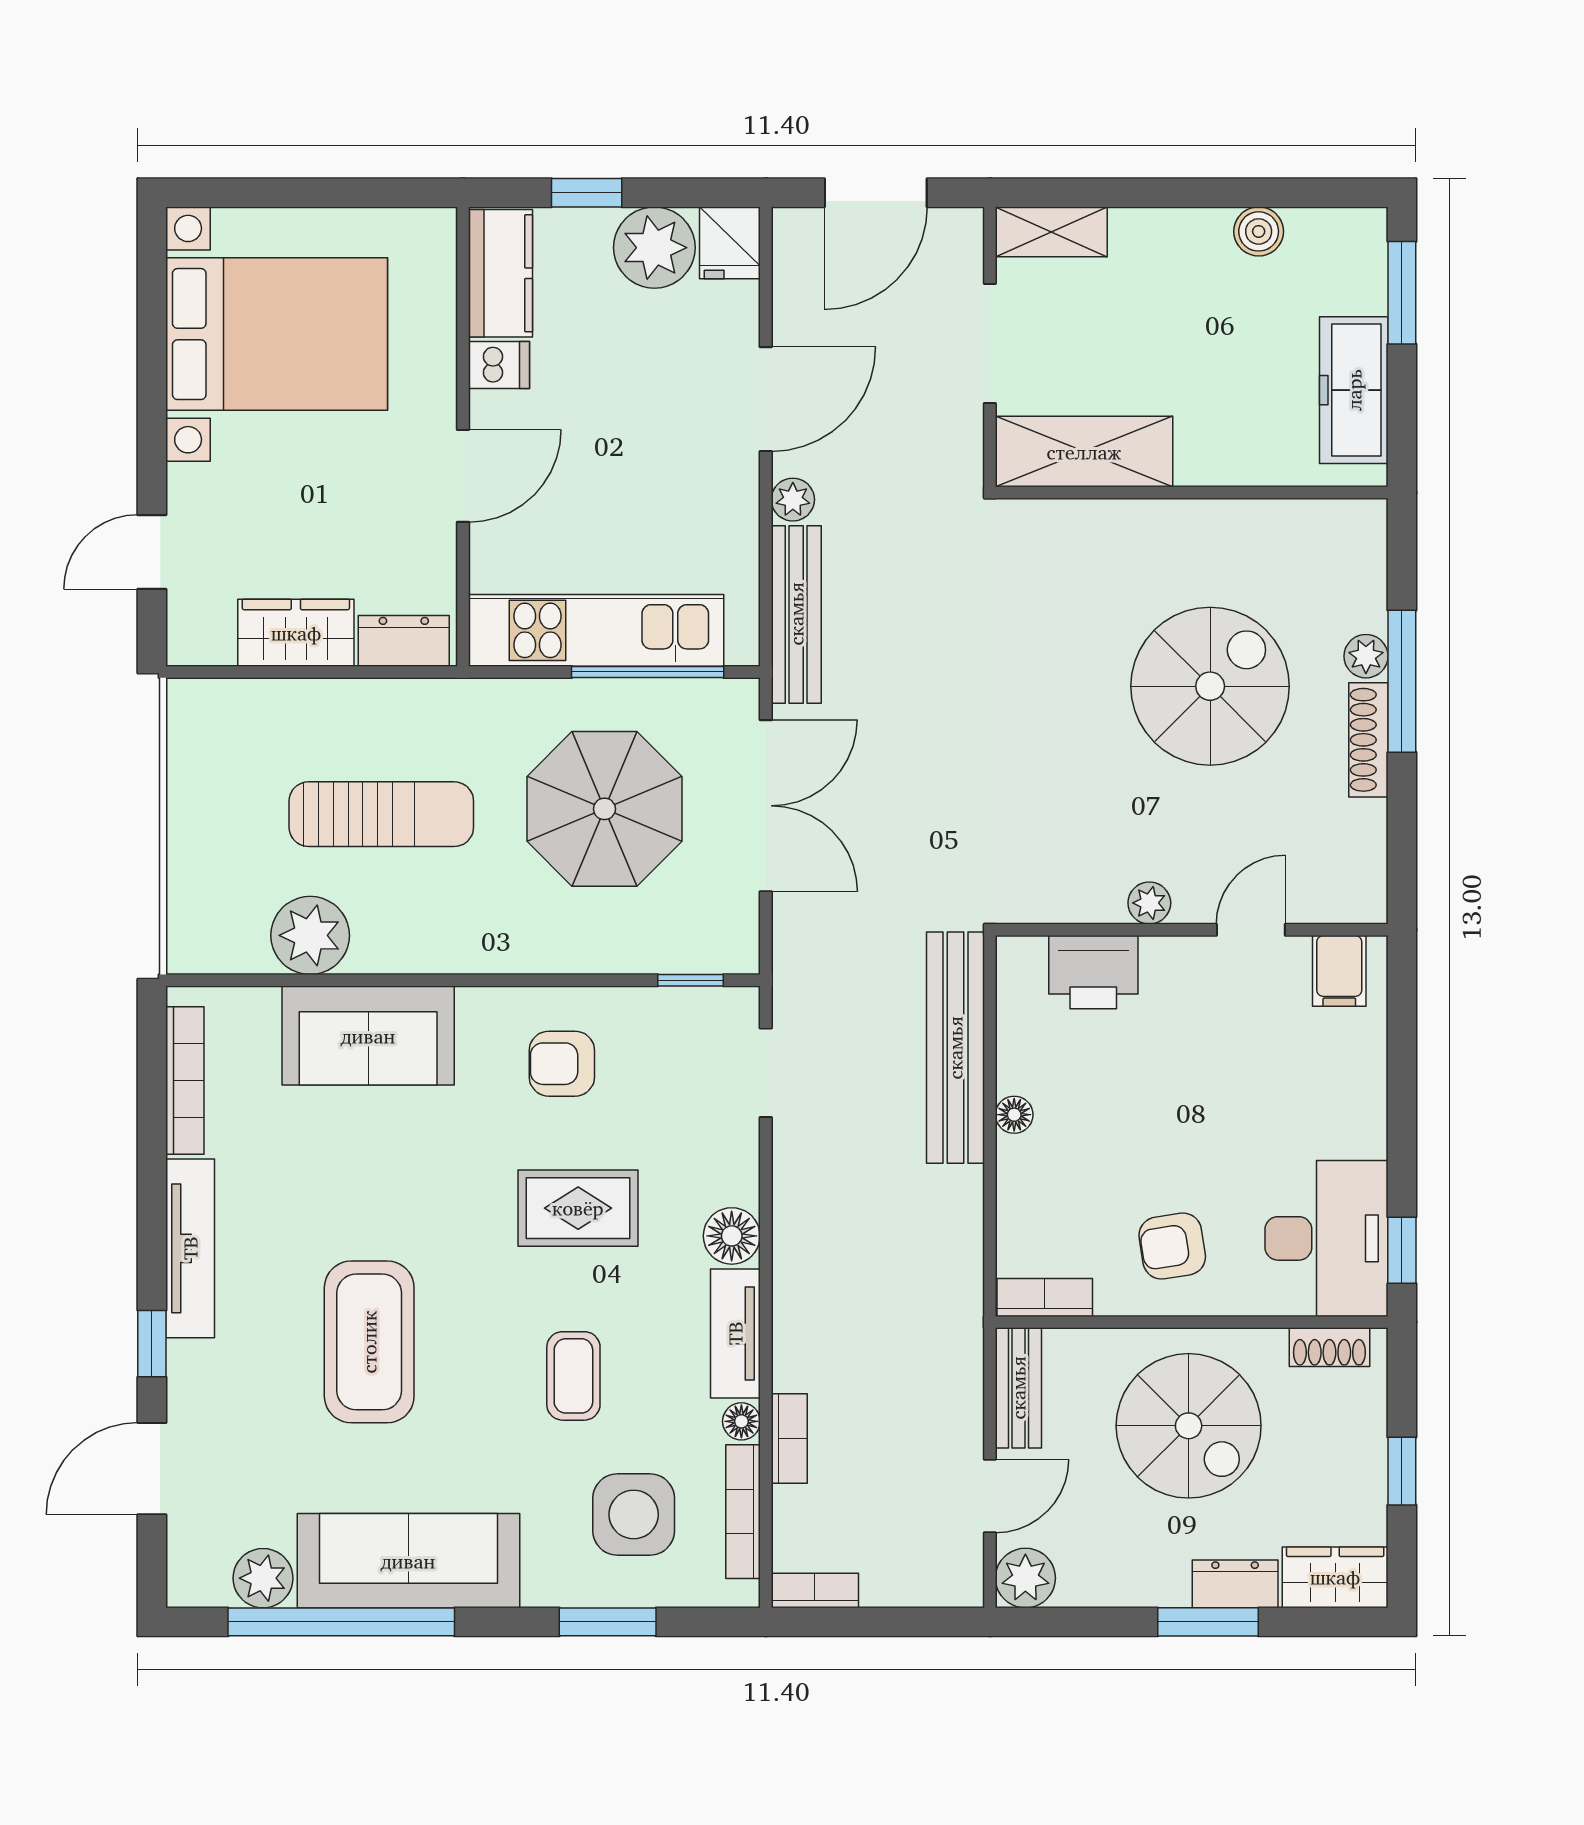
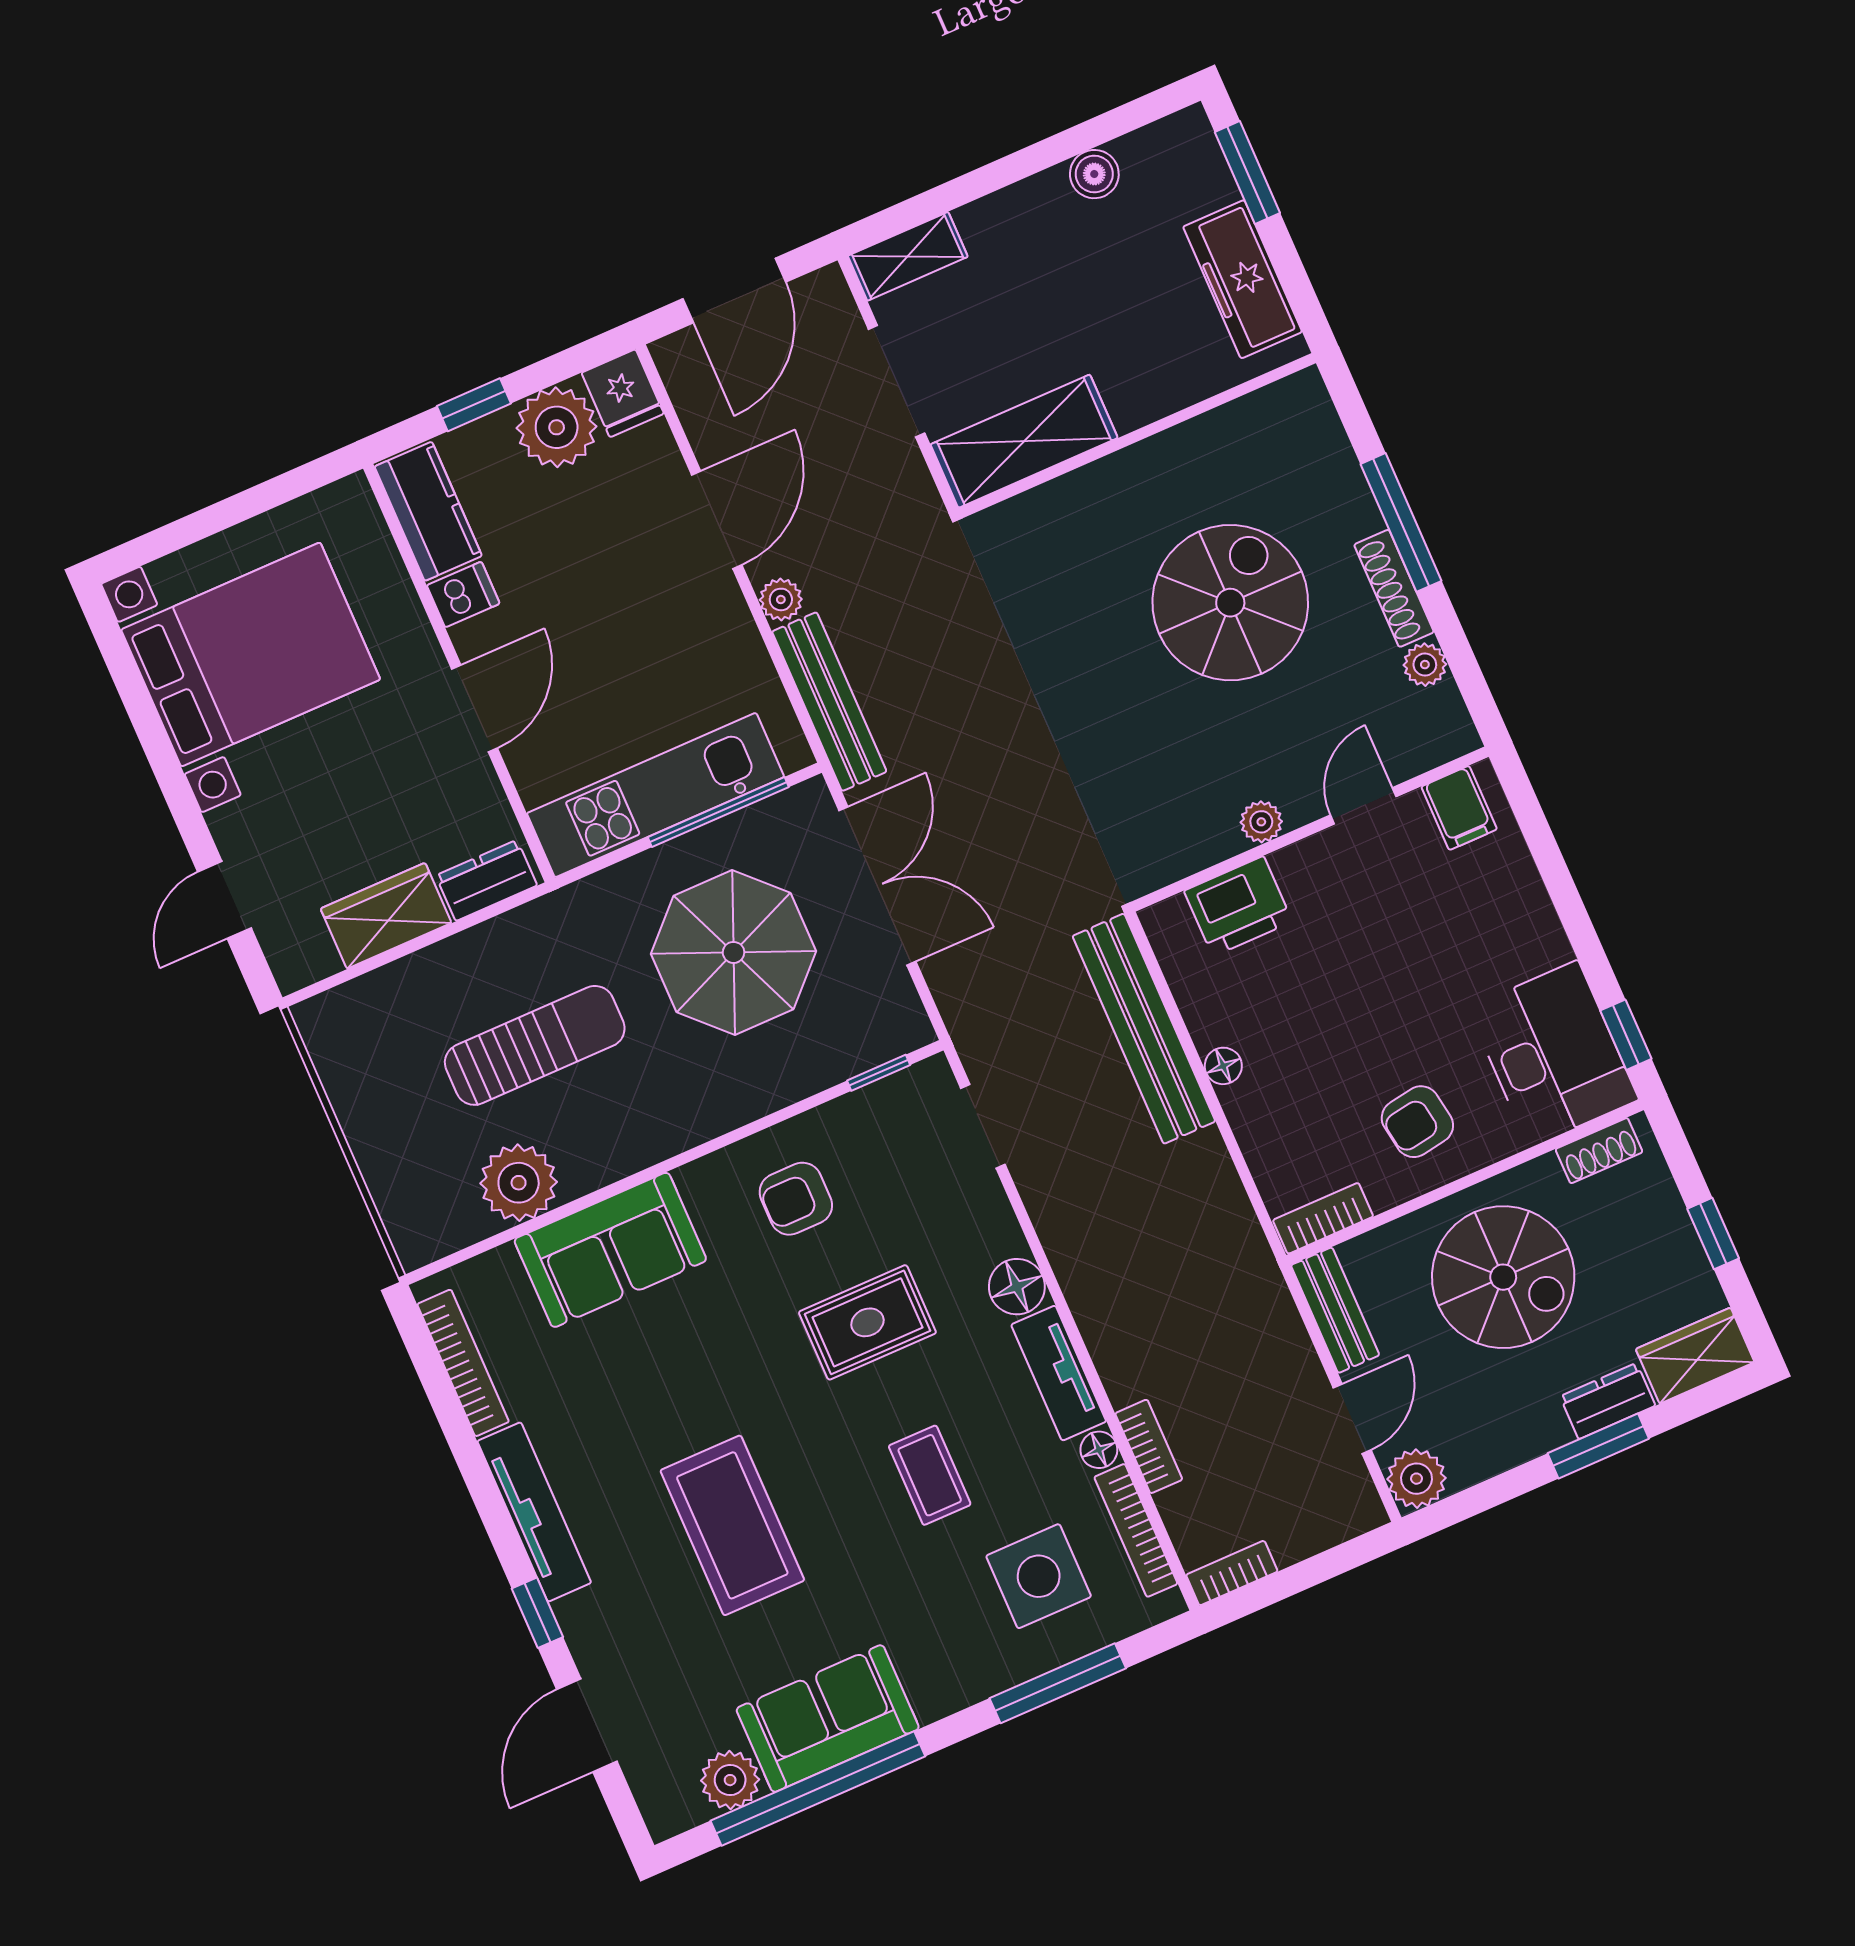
plant: (1366, 656) -> (1425, 665), moved
sofa: (408, 1561) -> (828, 1718), width x0.73
window: (608, 1622) -> (1058, 1683), width x1.44

